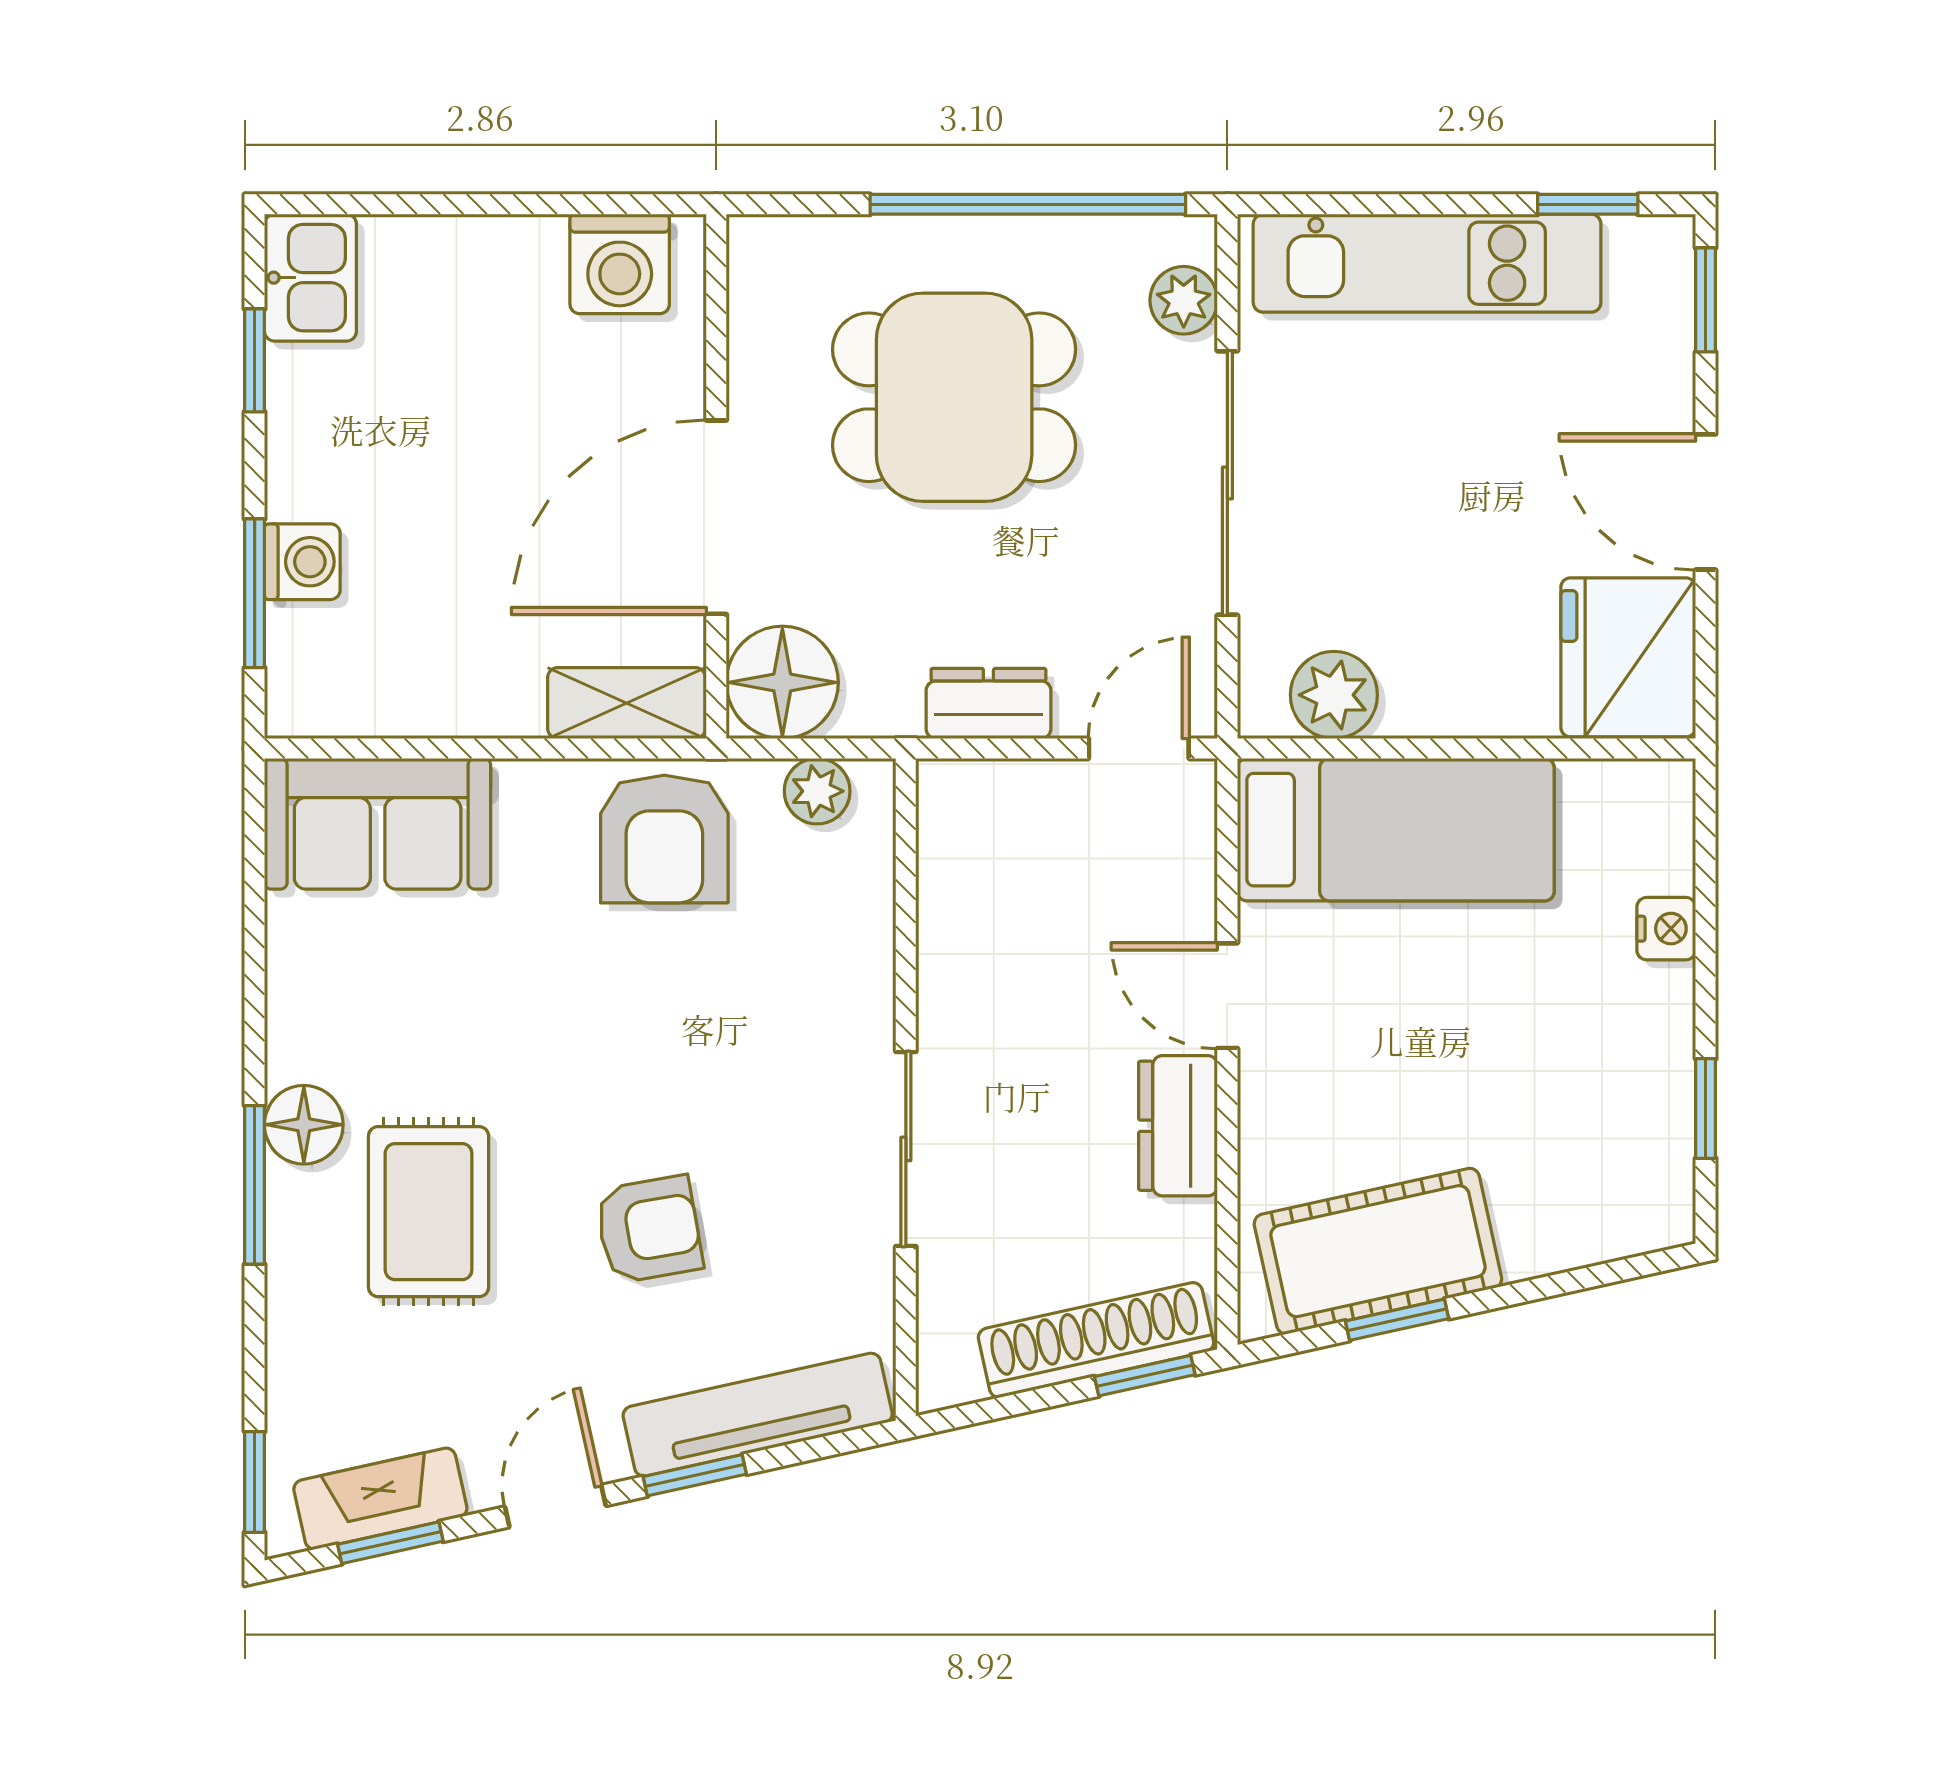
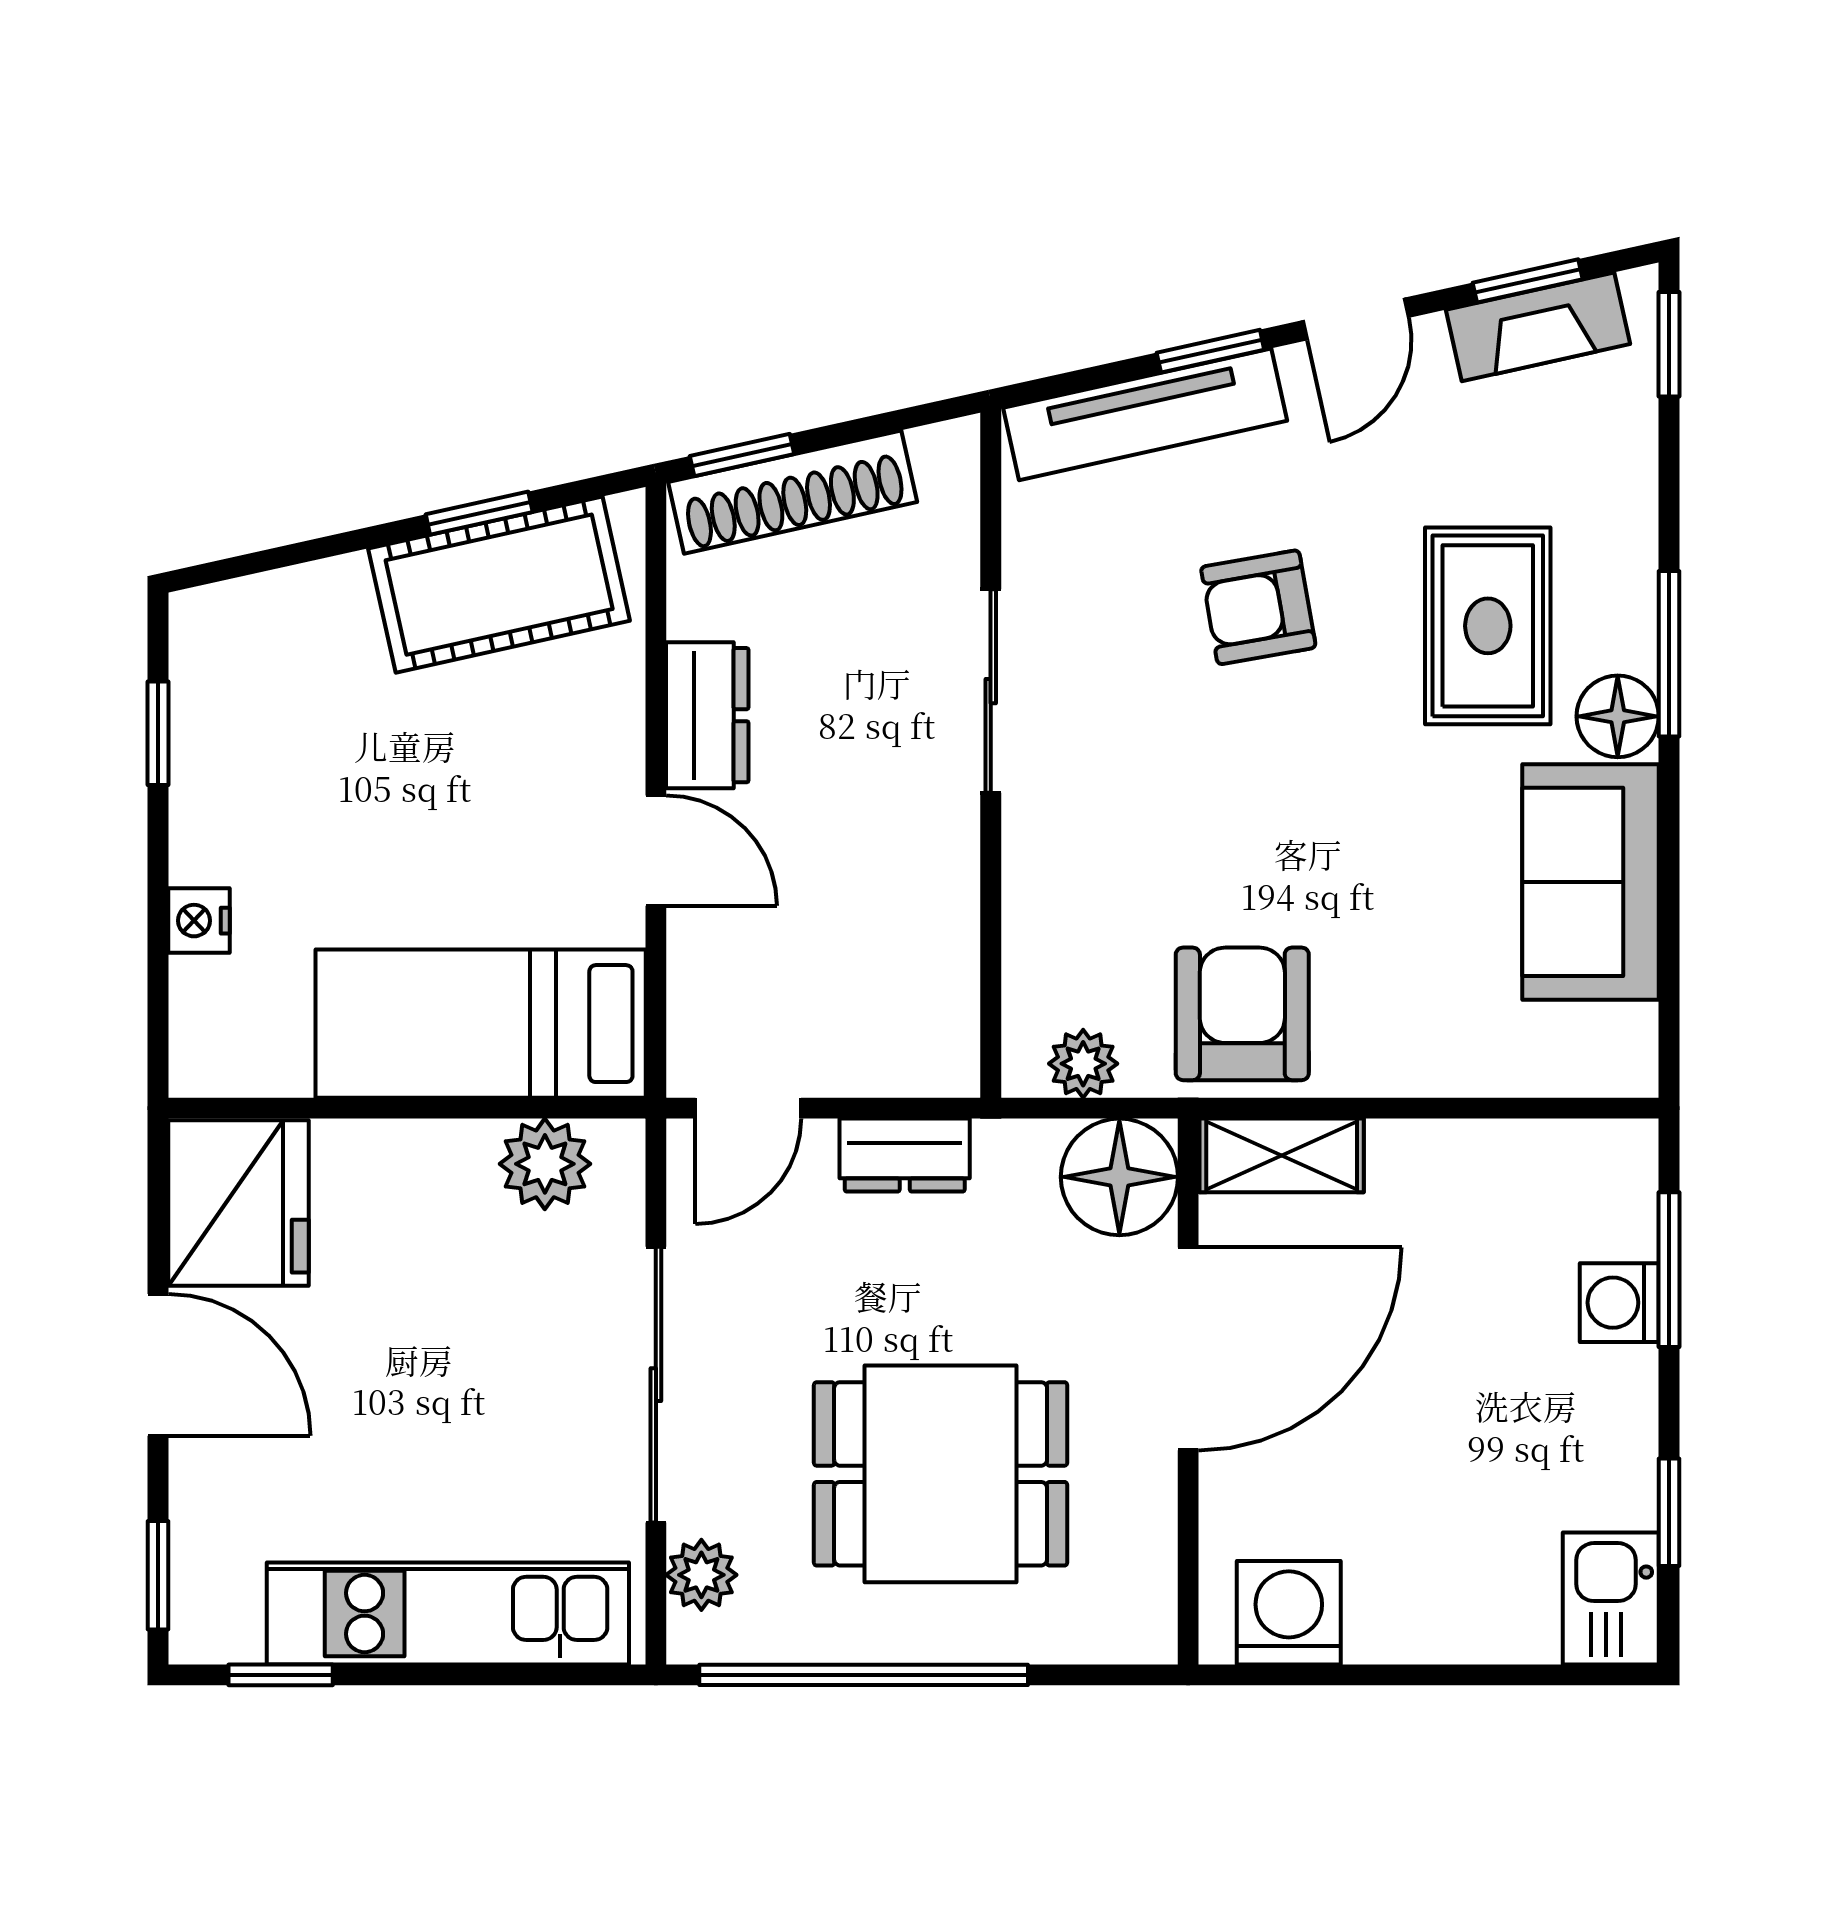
sofa: (378, 824) -> (1591, 882), moved, turned -90

